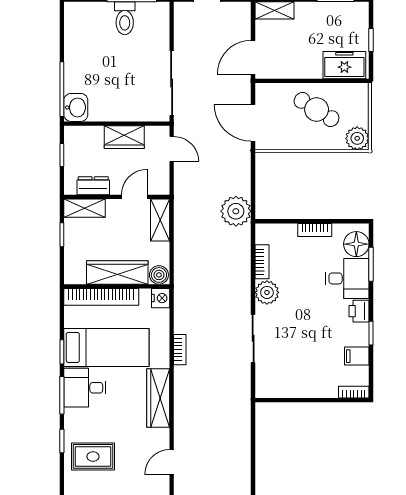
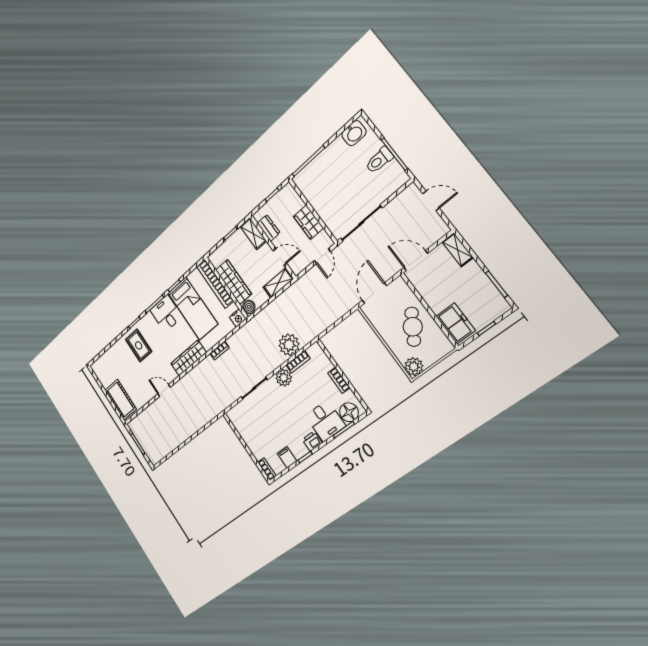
washbasin: (76, 107) -> (354, 133), moved
plant: (236, 211) -> (289, 345), moved

